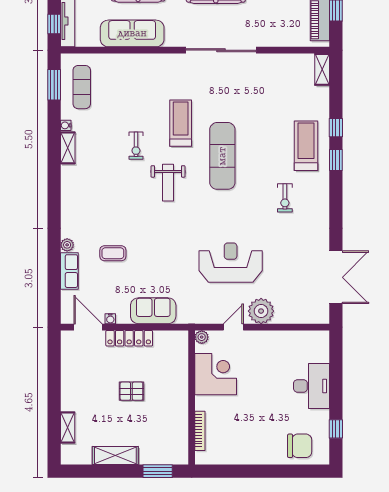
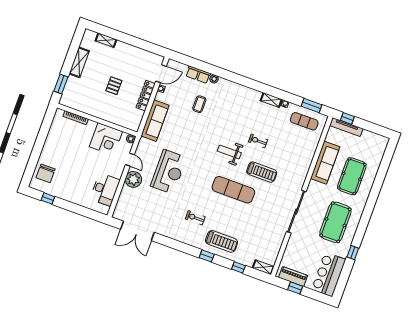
window: (336, 128) -> (238, 267), moved
sofa: (153, 311) -> (155, 121), width x1.36
desk: (311, 386) -> (105, 189), moved, turned -90

